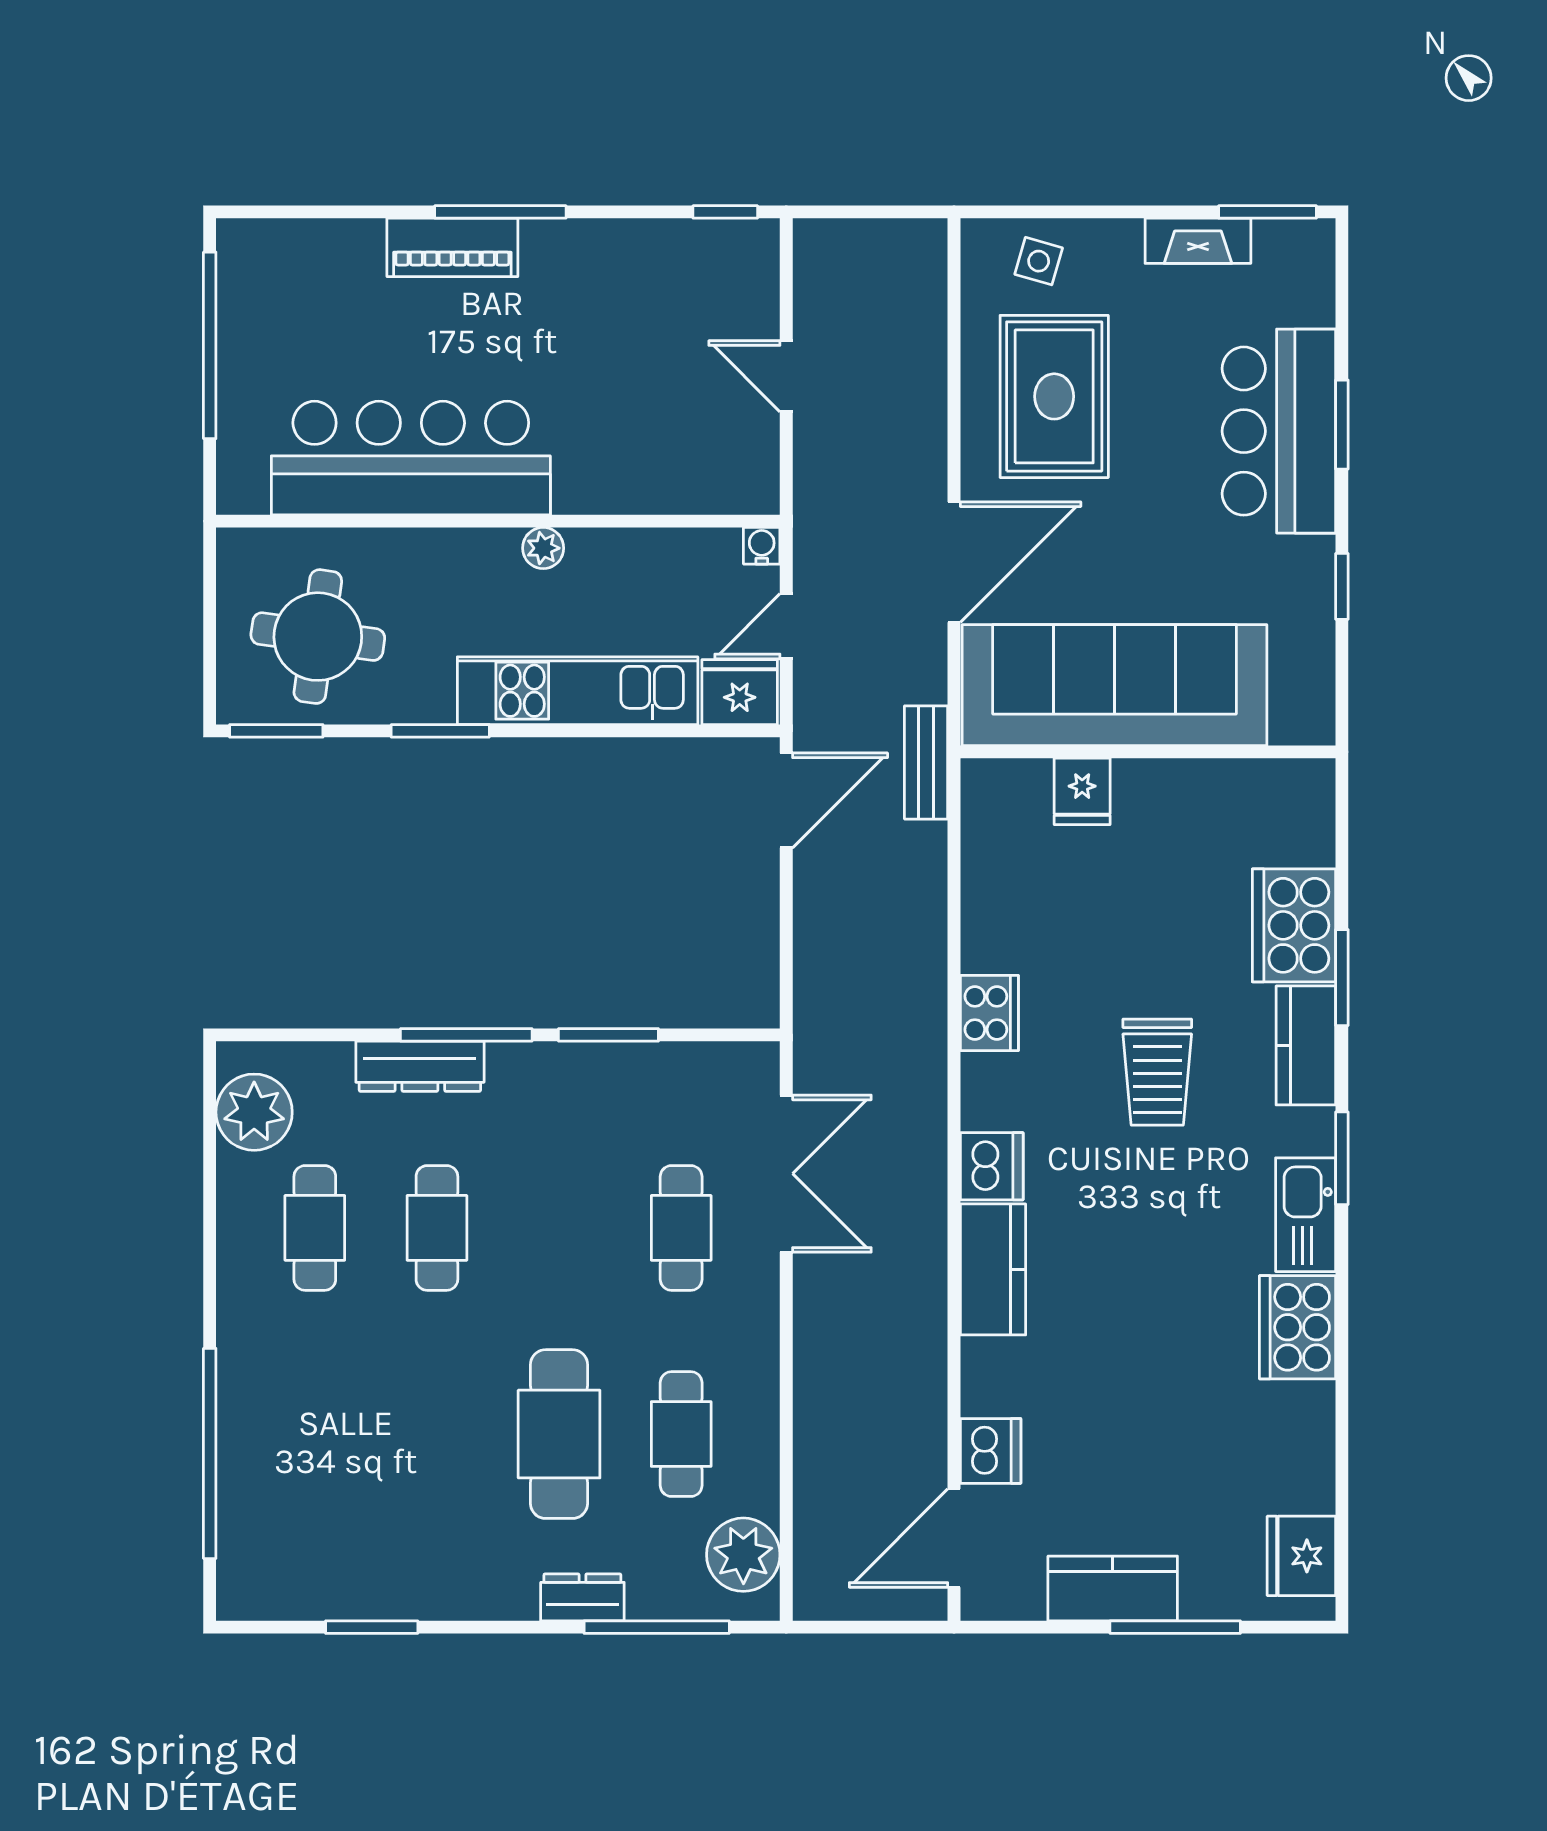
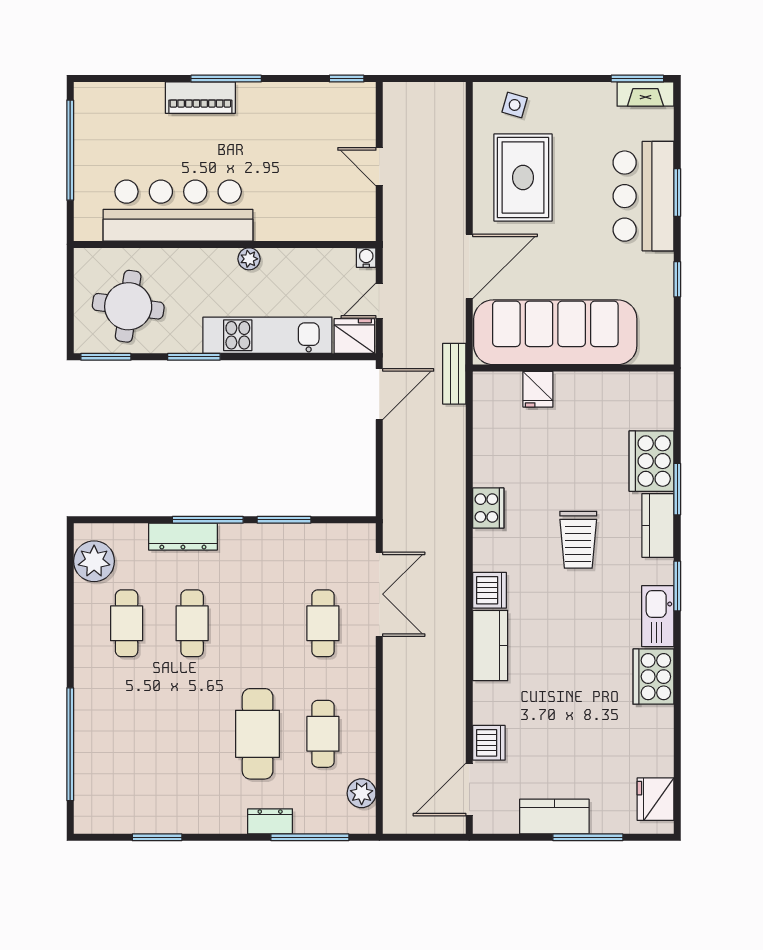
fireplace: (1198, 241) -> (645, 94), moved
plant: (743, 1555) -> (362, 793), width x0.73, depth x0.73

